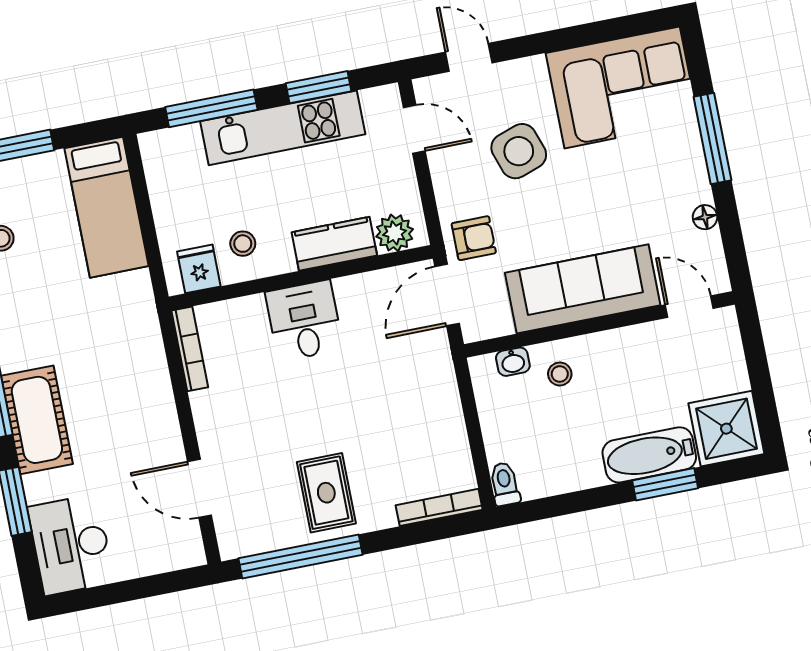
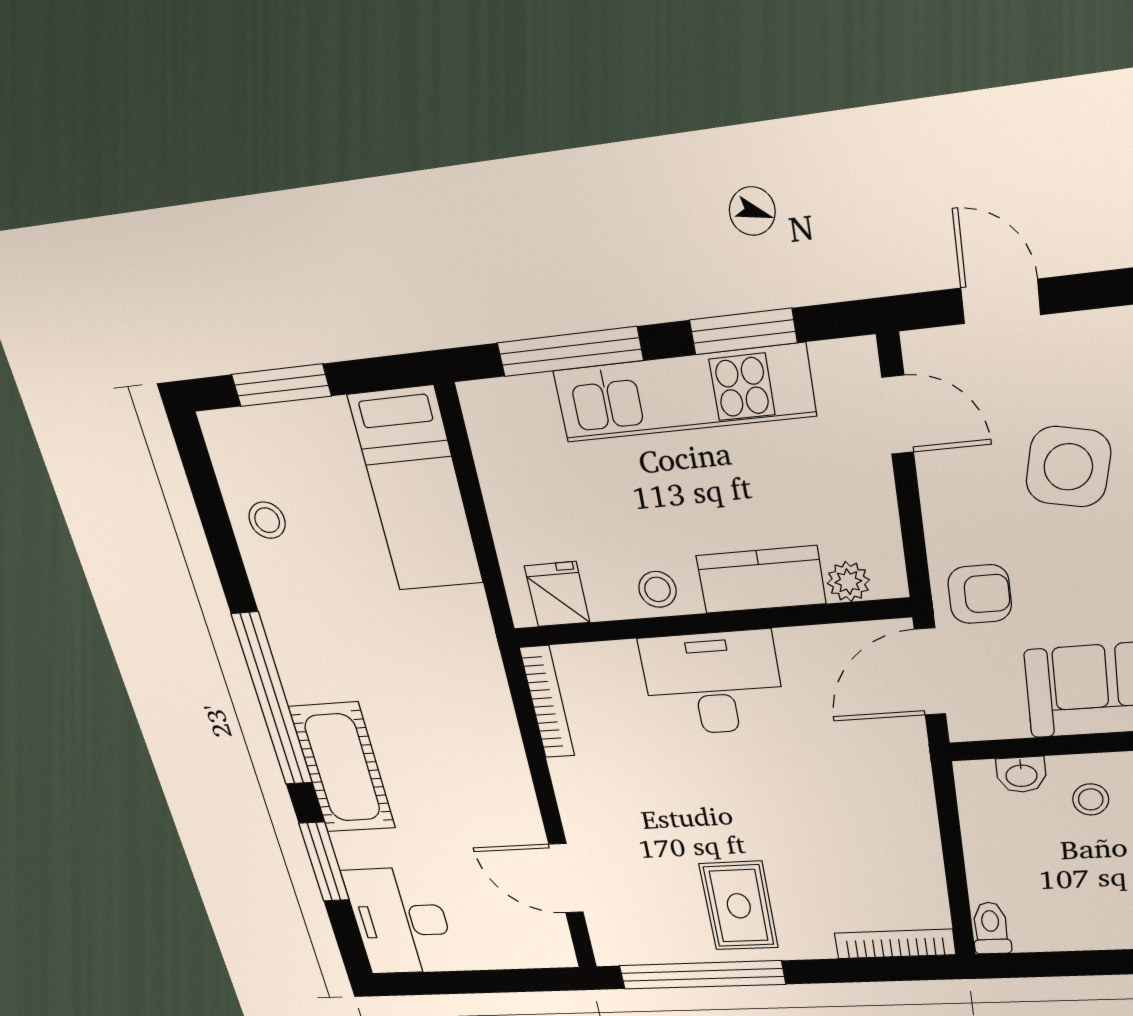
side table: (519, 151) -> (1068, 467), turned 31
plant: (395, 233) -> (848, 582), width x0.73, depth x0.73
stool: (243, 244) -> (657, 589), moved
desk: (304, 321) -> (713, 683), width x1.37

